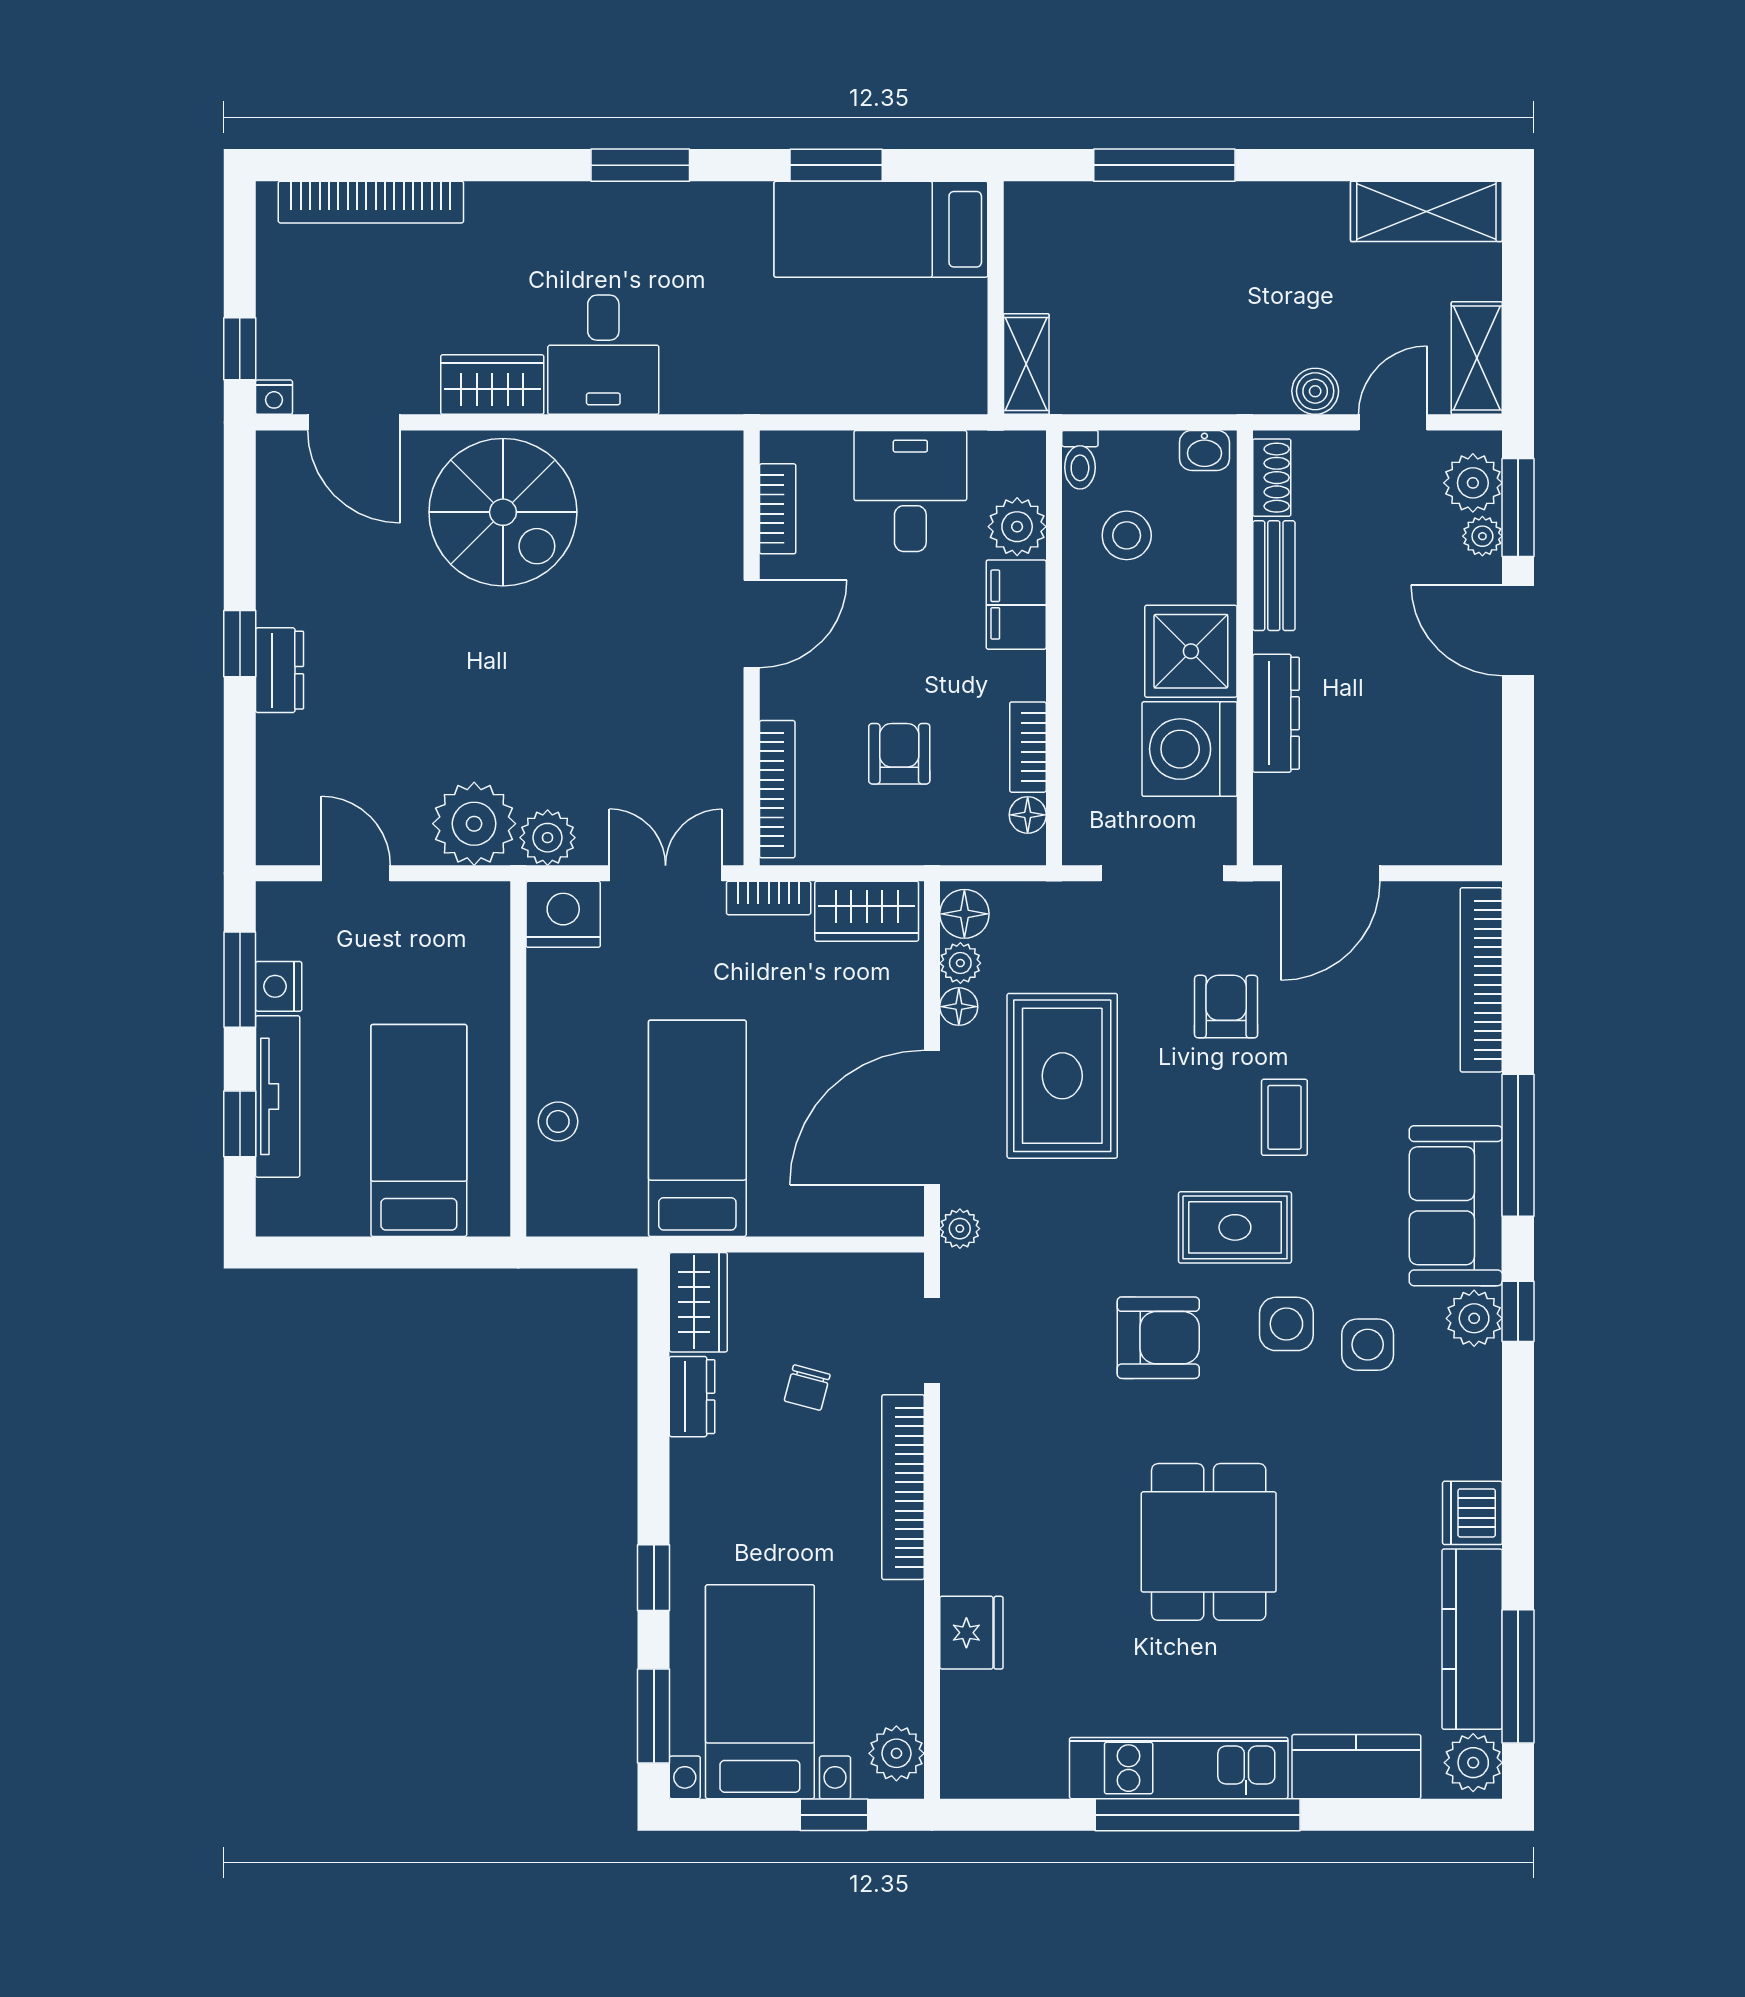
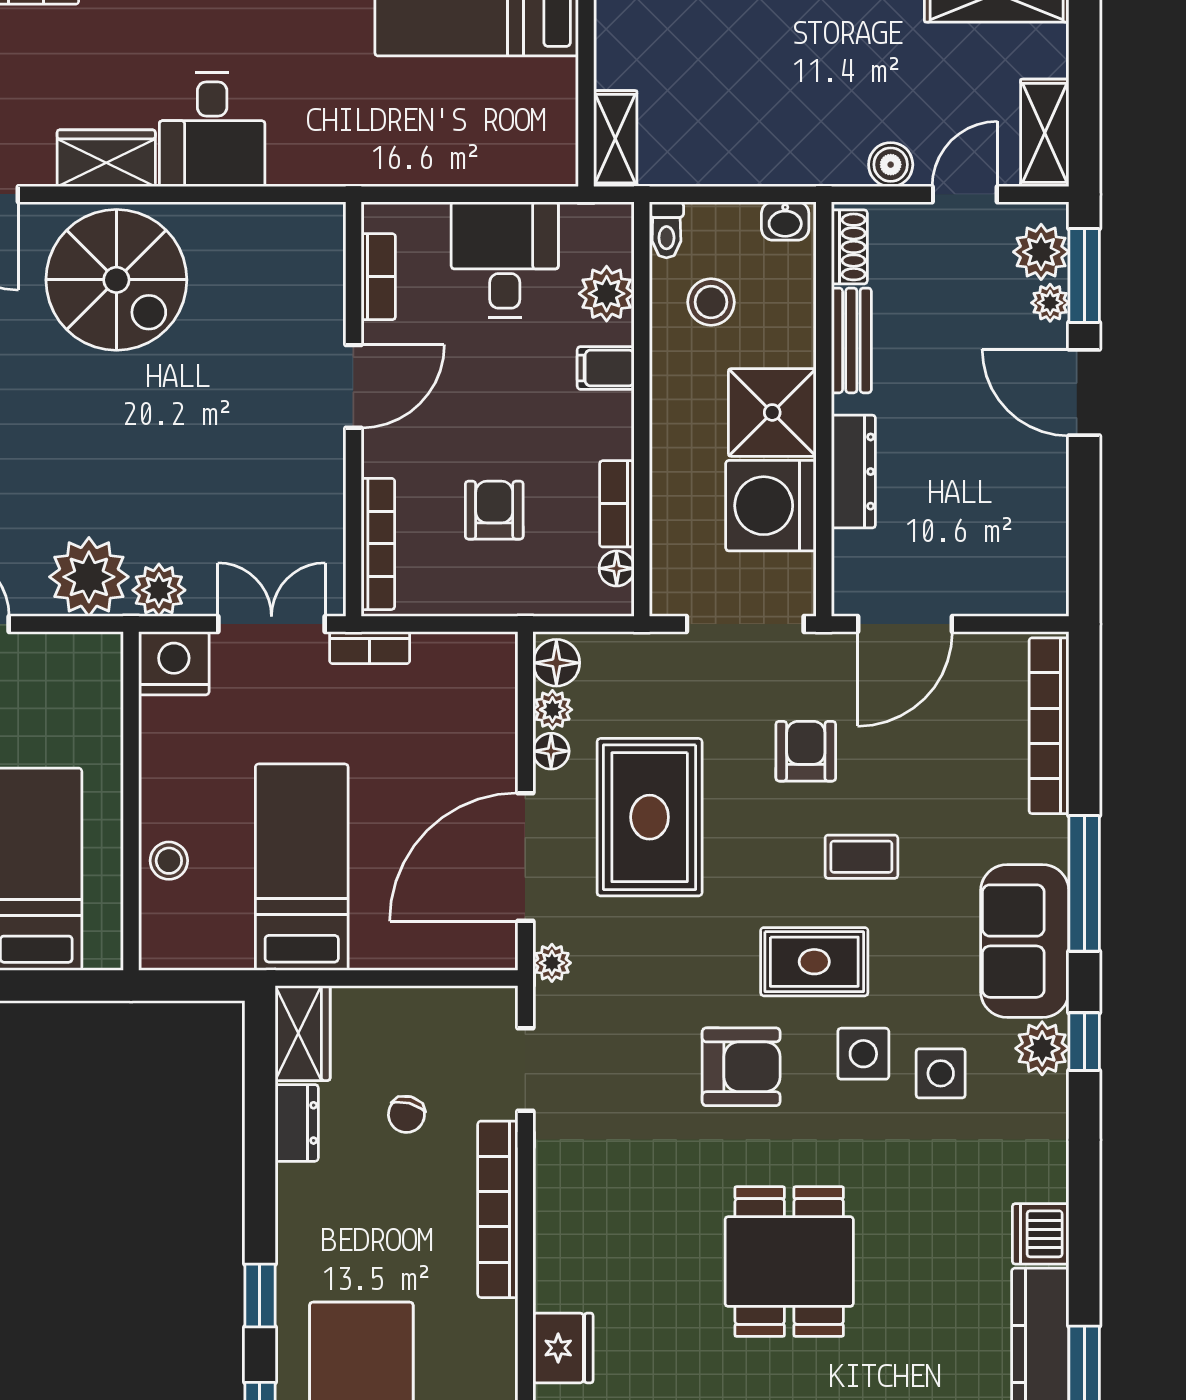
filing cabinet: (1016, 605) -> (606, 368), width x0.50
wardrobe: (867, 911) -> (463, 660), removed
coffee table: (1284, 1117) -> (861, 857), turned 90

